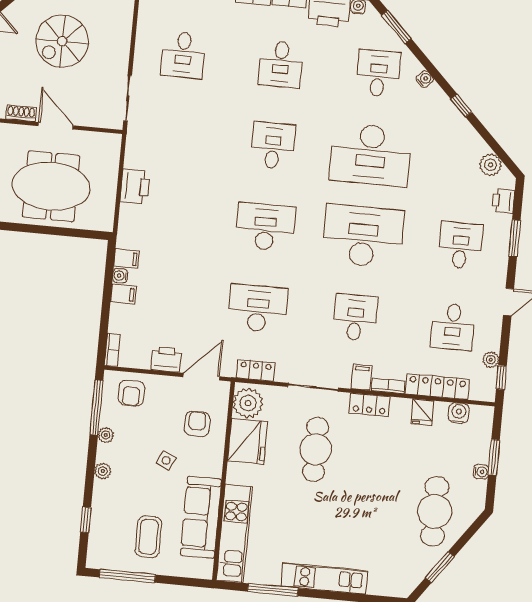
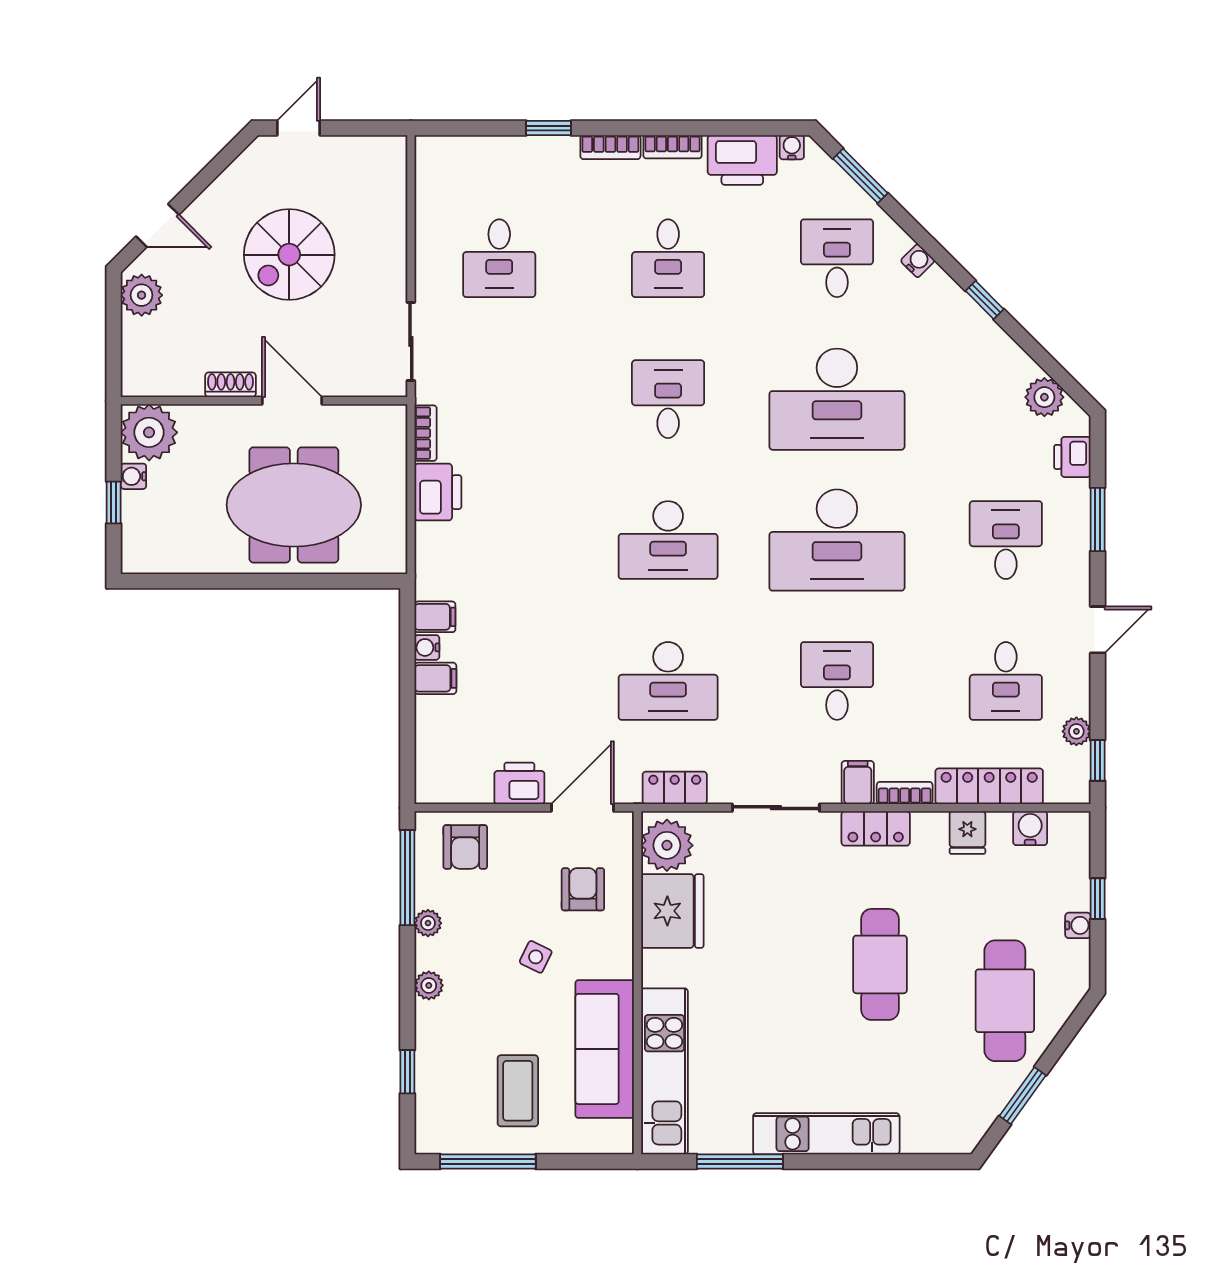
desk: (265, 227) -> (668, 540), turned 180
desk: (363, 236) -> (837, 540), turned 180
desk: (258, 308) -> (668, 681), turned 180
bookcase: (112, 350) -> (426, 433), moved
cafe table: (316, 449) -> (880, 964), moved
window: (494, 457) -> (1098, 899), width x0.67

